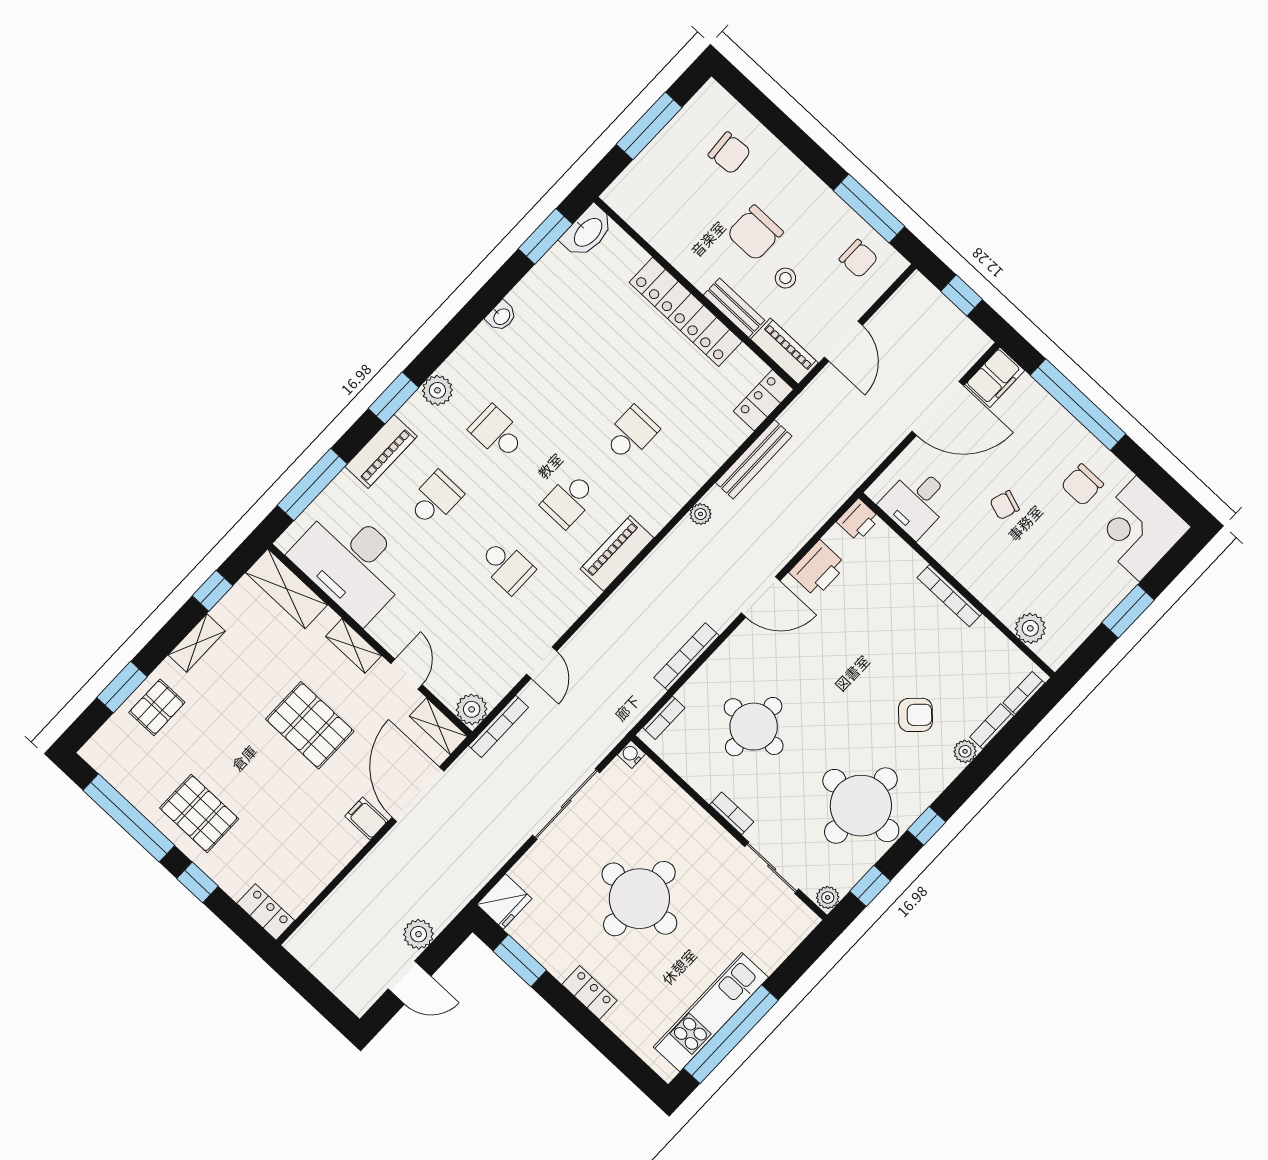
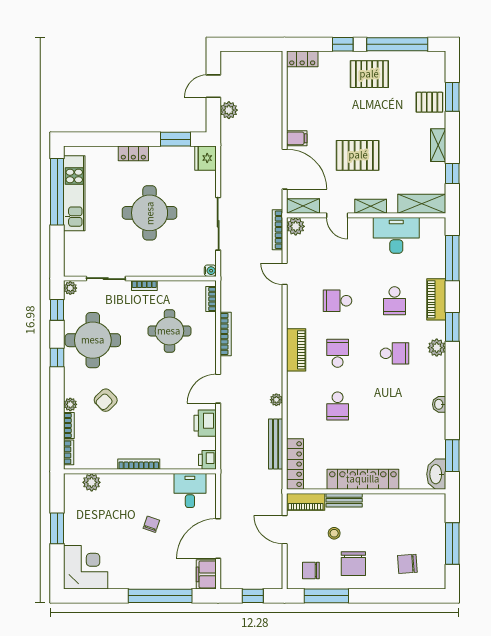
chair: (755, 233) -> (353, 564), moved, turned 180
locker: (763, 400) -> (295, 464), width x1.53
chair: (1082, 485) -> (127, 564), removed
desk: (352, 562) -> (396, 235), width x0.73, depth x0.77
pallet: (157, 707) -> (429, 102), turned 90

